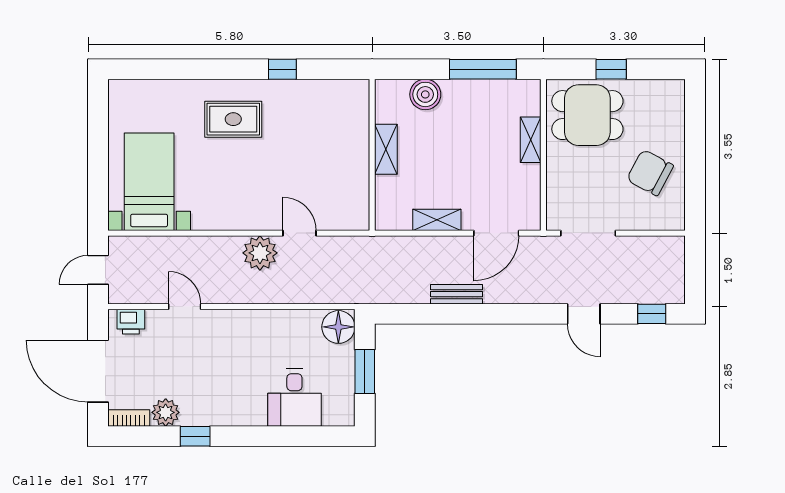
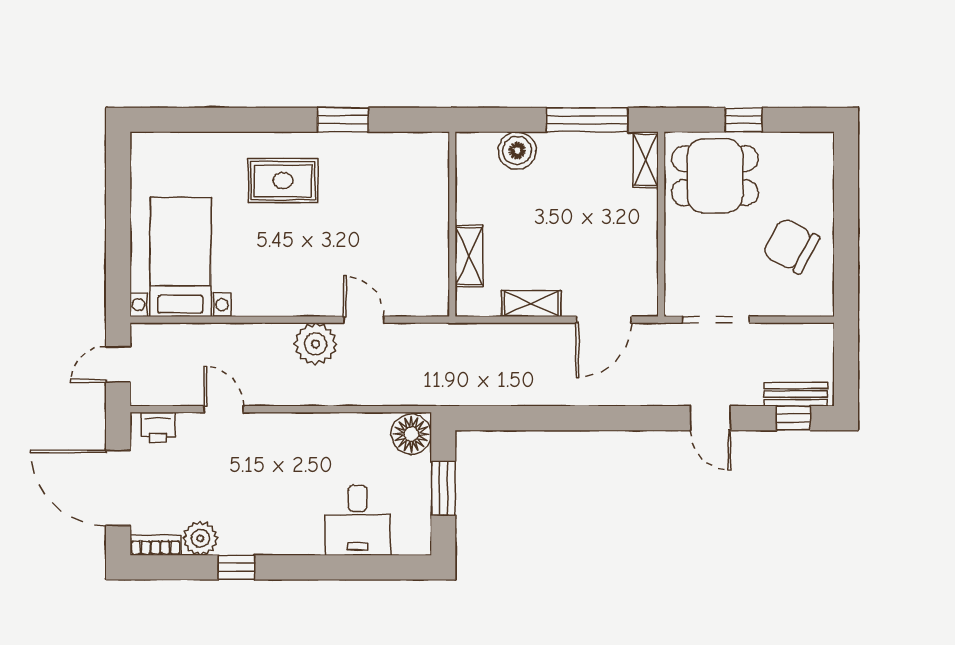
window: (282, 69) -> (343, 120), width x1.50
shelving: (531, 140) -> (646, 160), moved
shelving: (386, 149) -> (469, 256), moved
bench: (456, 294) -> (796, 394), moved

